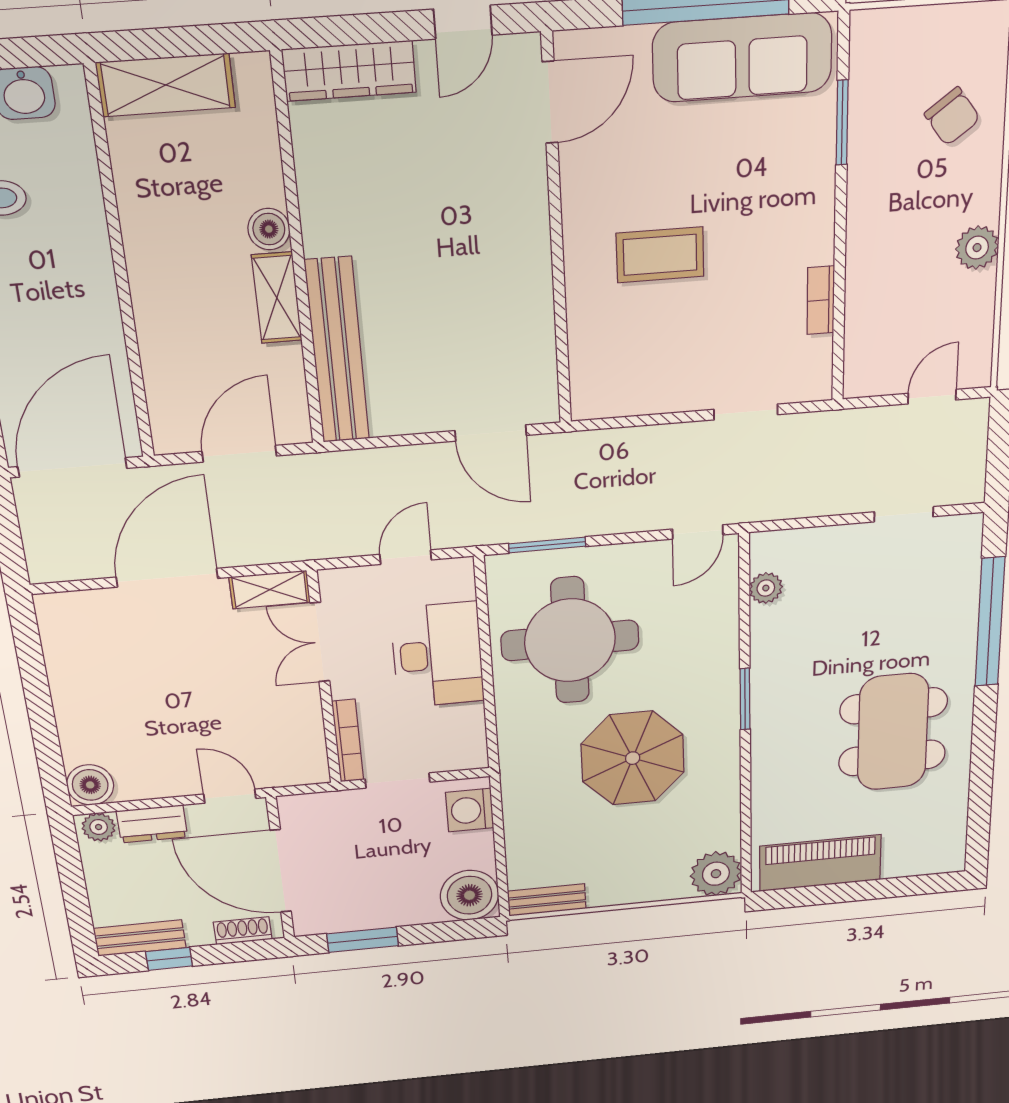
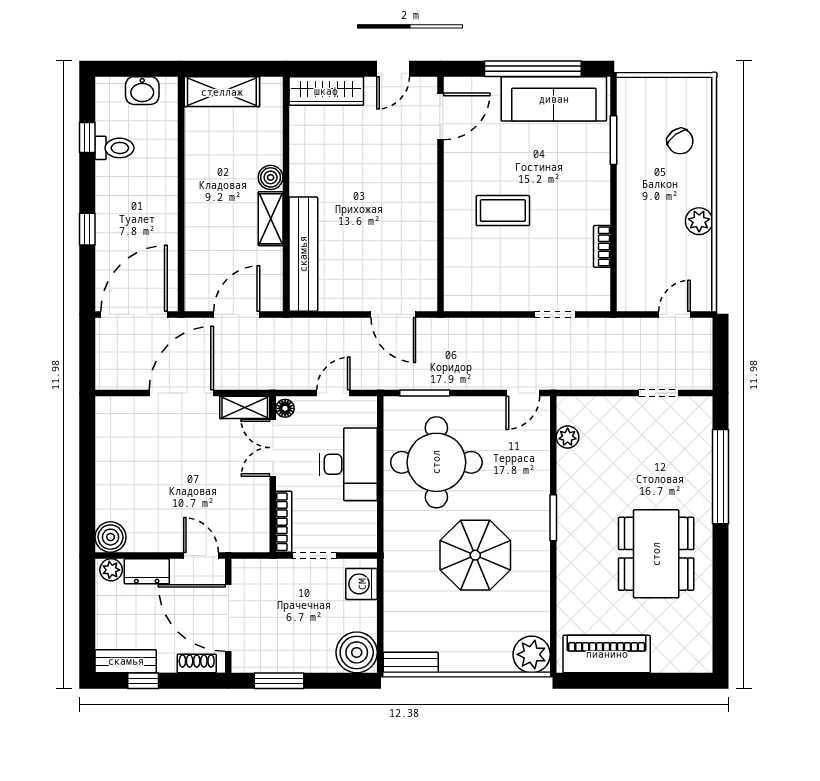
floor lamp: (332, 585) -> (285, 408), added

